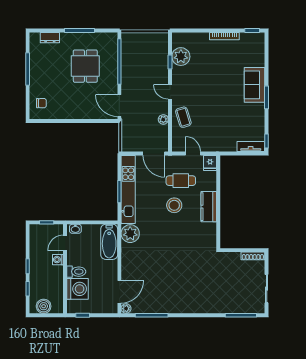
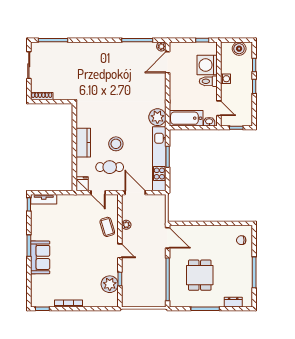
bathtub: (109, 242) -> (186, 118), moved, turned -90
door: (65, 243) -> (219, 108), hinge flipped
washing machine: (58, 260) -> (226, 79), moved

